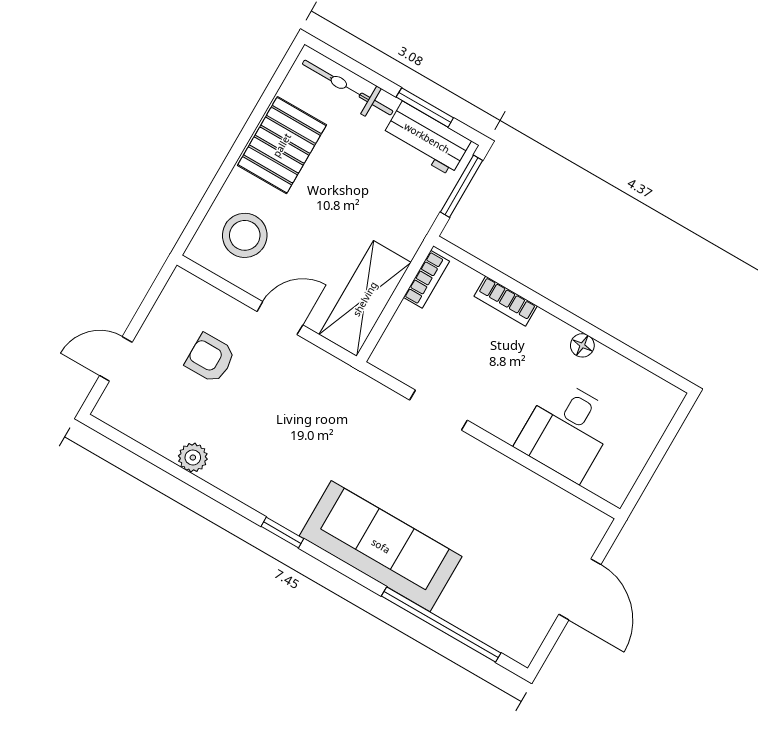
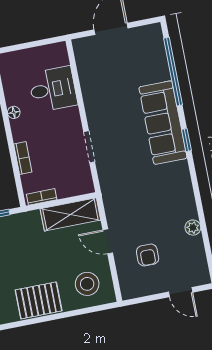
window: (282, 532) -> (186, 140), moved

